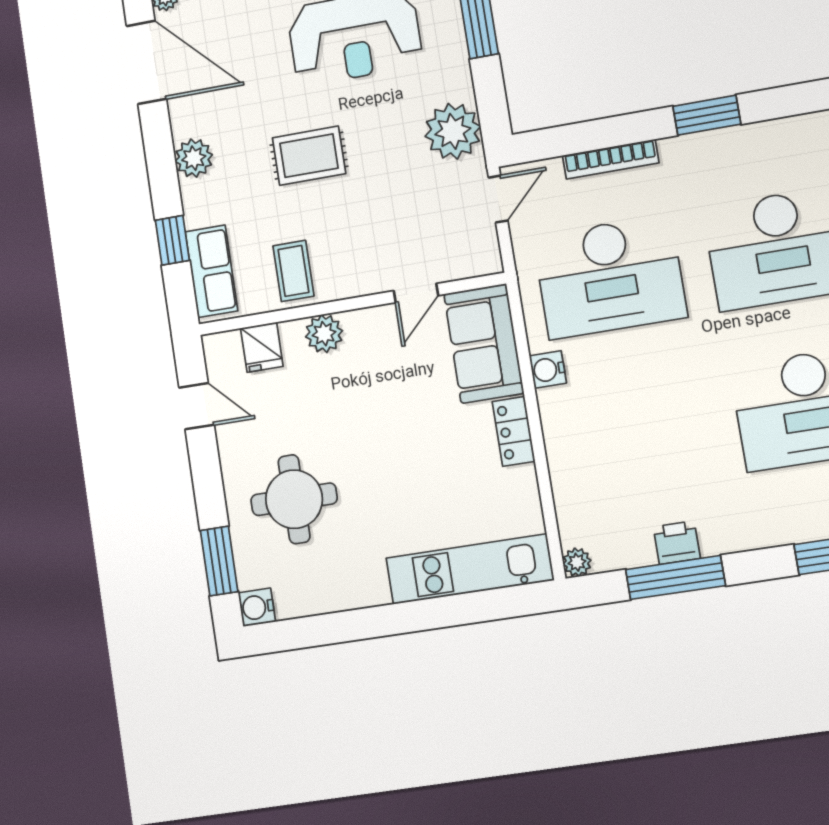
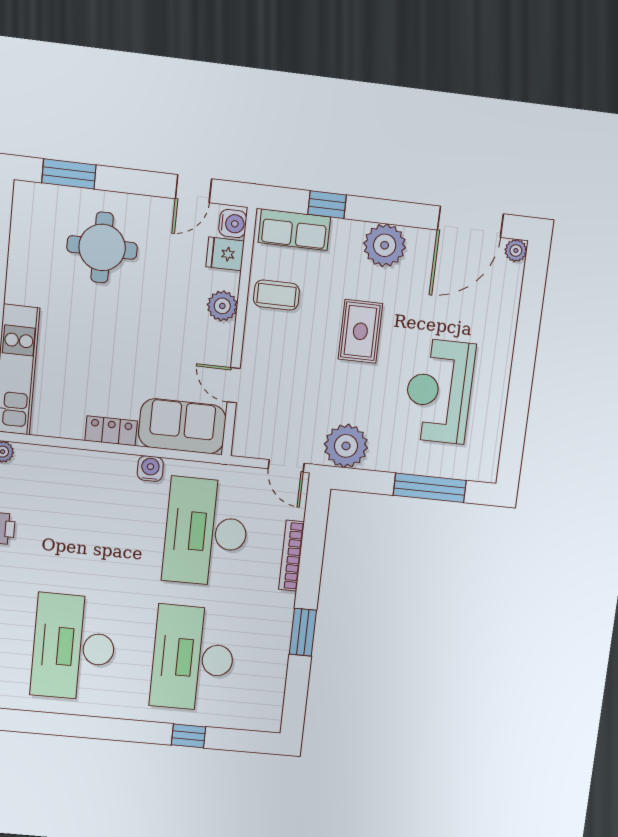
plant: (194, 158) -> (385, 245), width x1.36, depth x1.36
water cooler: (257, 607) -> (233, 224), moved, turned 90

